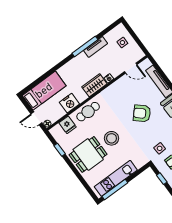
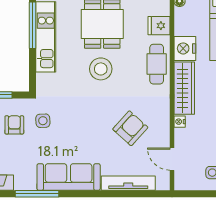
door: (131, 68) -> (172, 159), hinge flipped
wardrobe: (94, 85) -> (184, 88), width x1.50
armchair: (142, 113) -> (130, 128), moved

